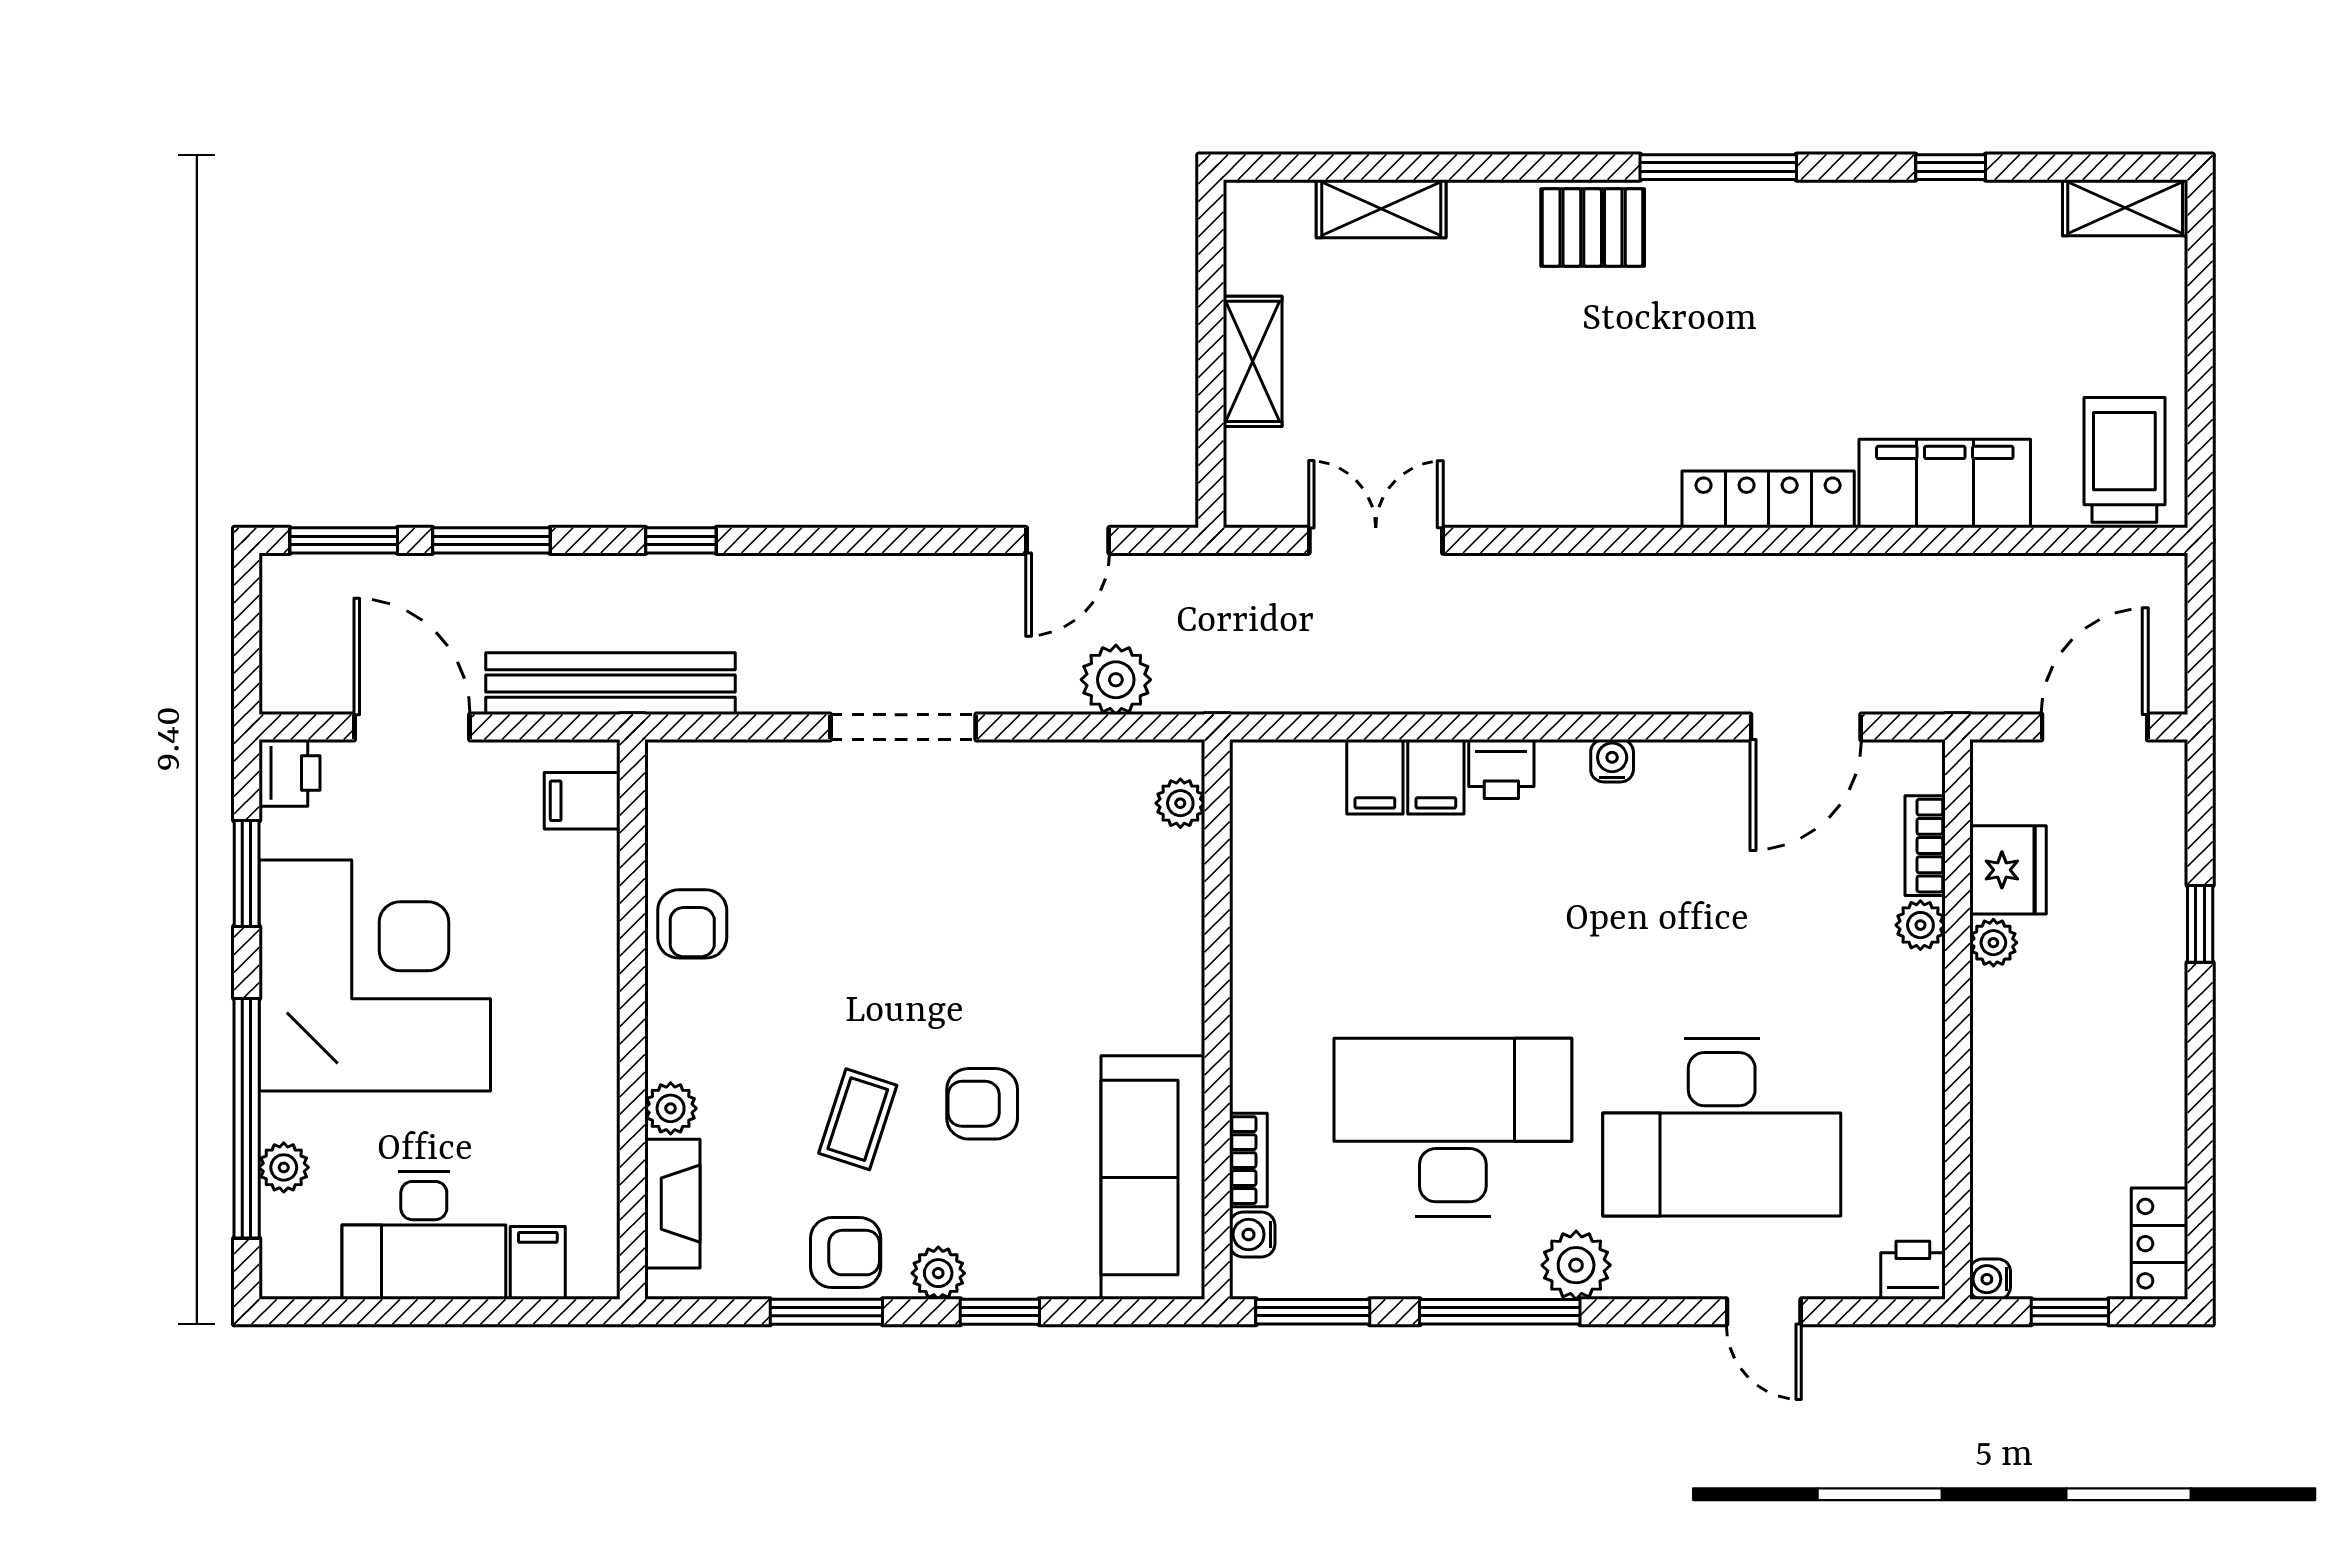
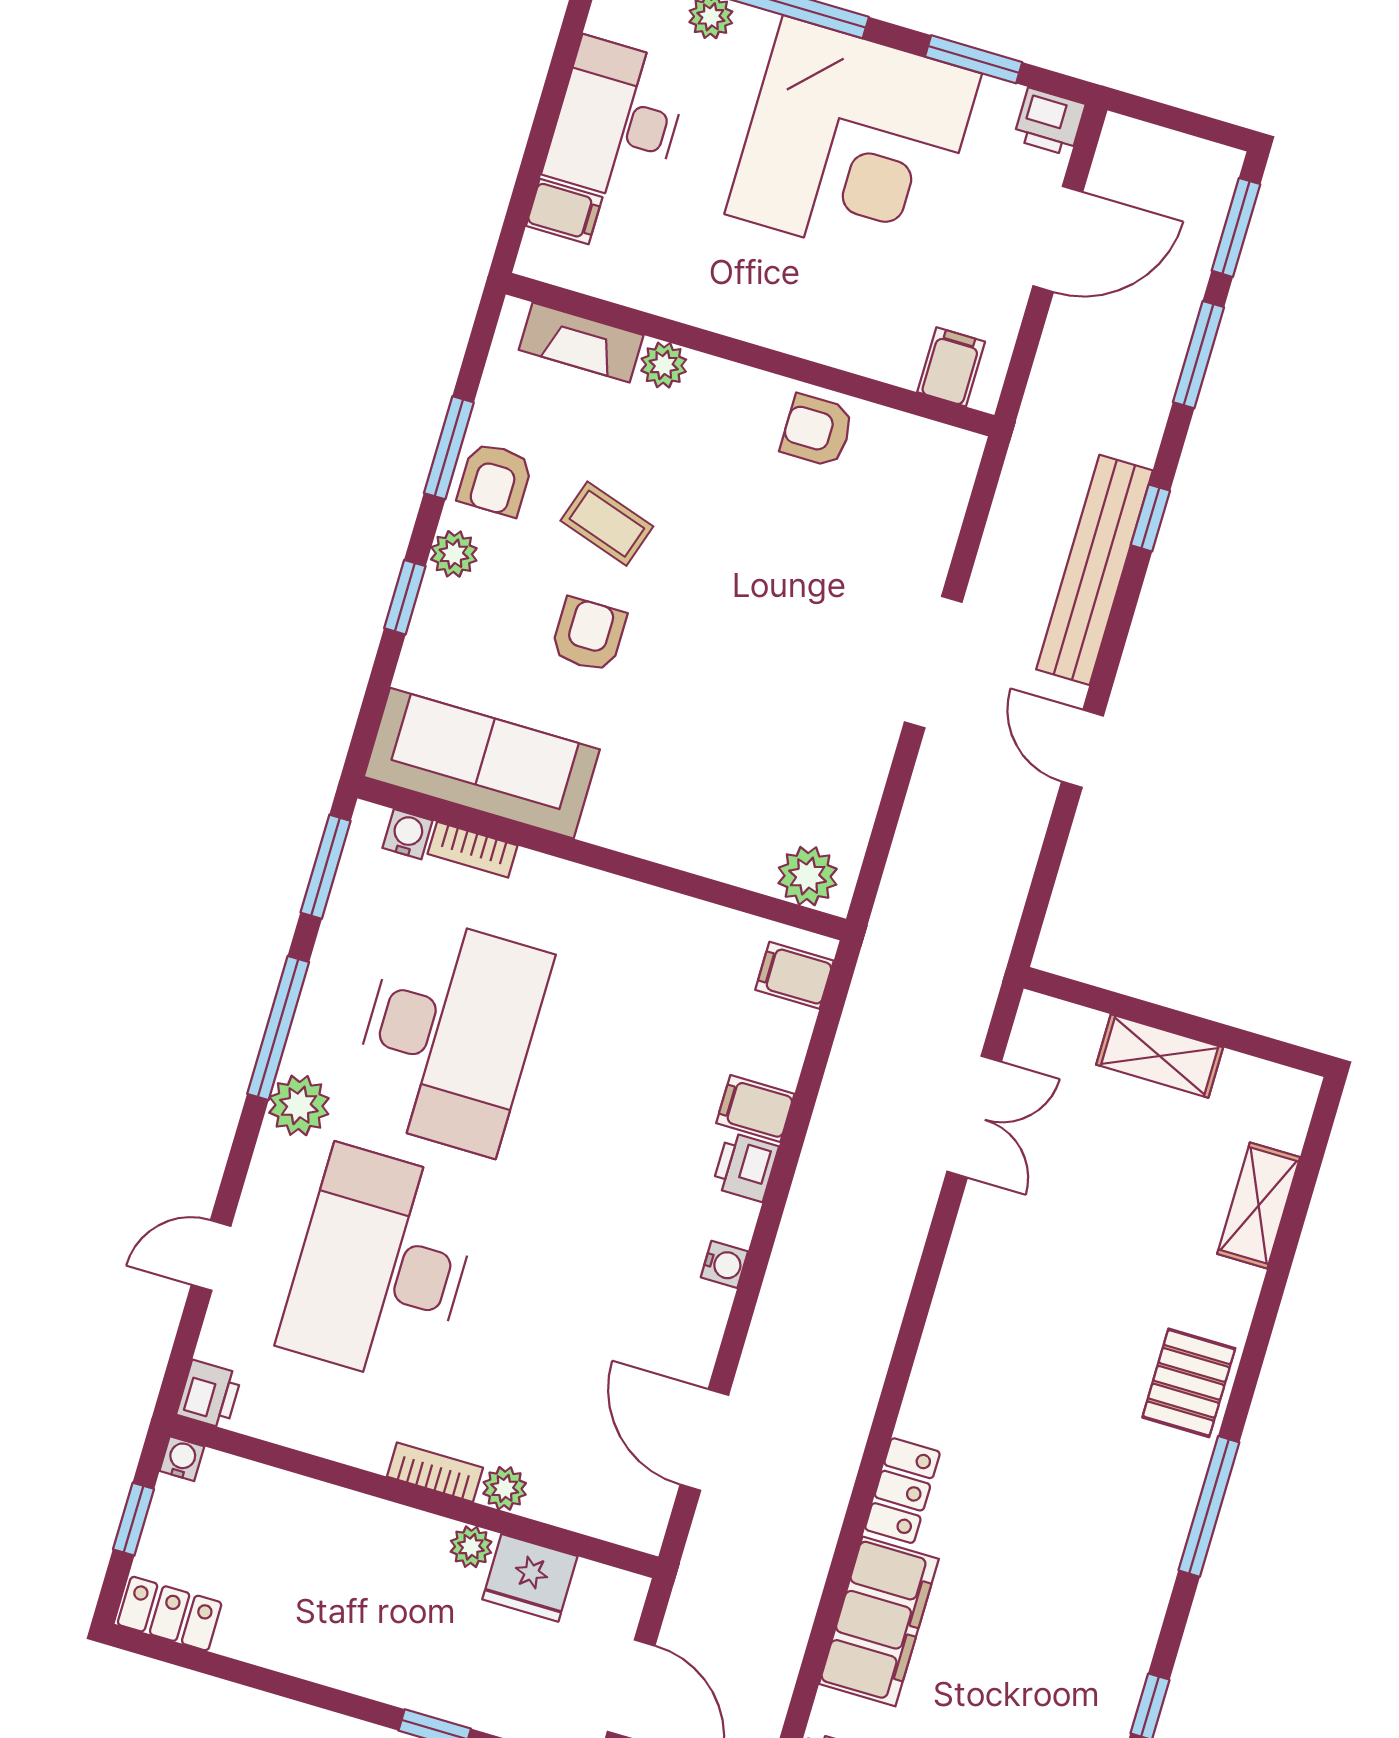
locker: (1768, 499) -> (902, 1491), width x0.66
door: (1068, 540) -> (1083, 749), moved
plant: (1116, 680) -> (920, 857), removed
bench: (611, 684) -> (1094, 570), moved
filing cabinet: (1375, 777) -> (794, 975), moved
plant: (1180, 803) -> (808, 876), width x1.38, depth x1.38
bookcase: (1925, 846) -> (435, 1472), moved

